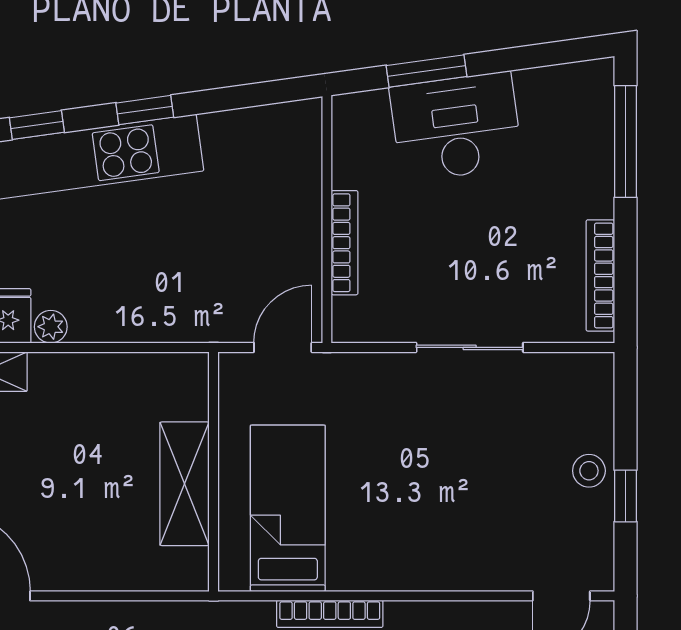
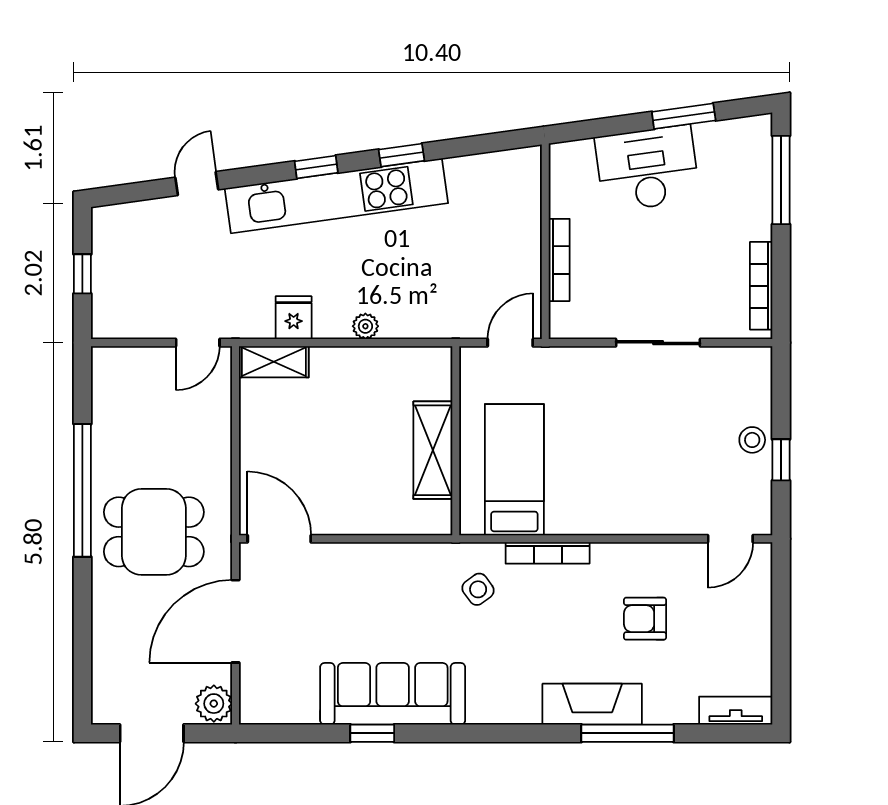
window: (427, 71) -> (684, 116), moved
plant: (51, 327) -> (365, 326), moved

